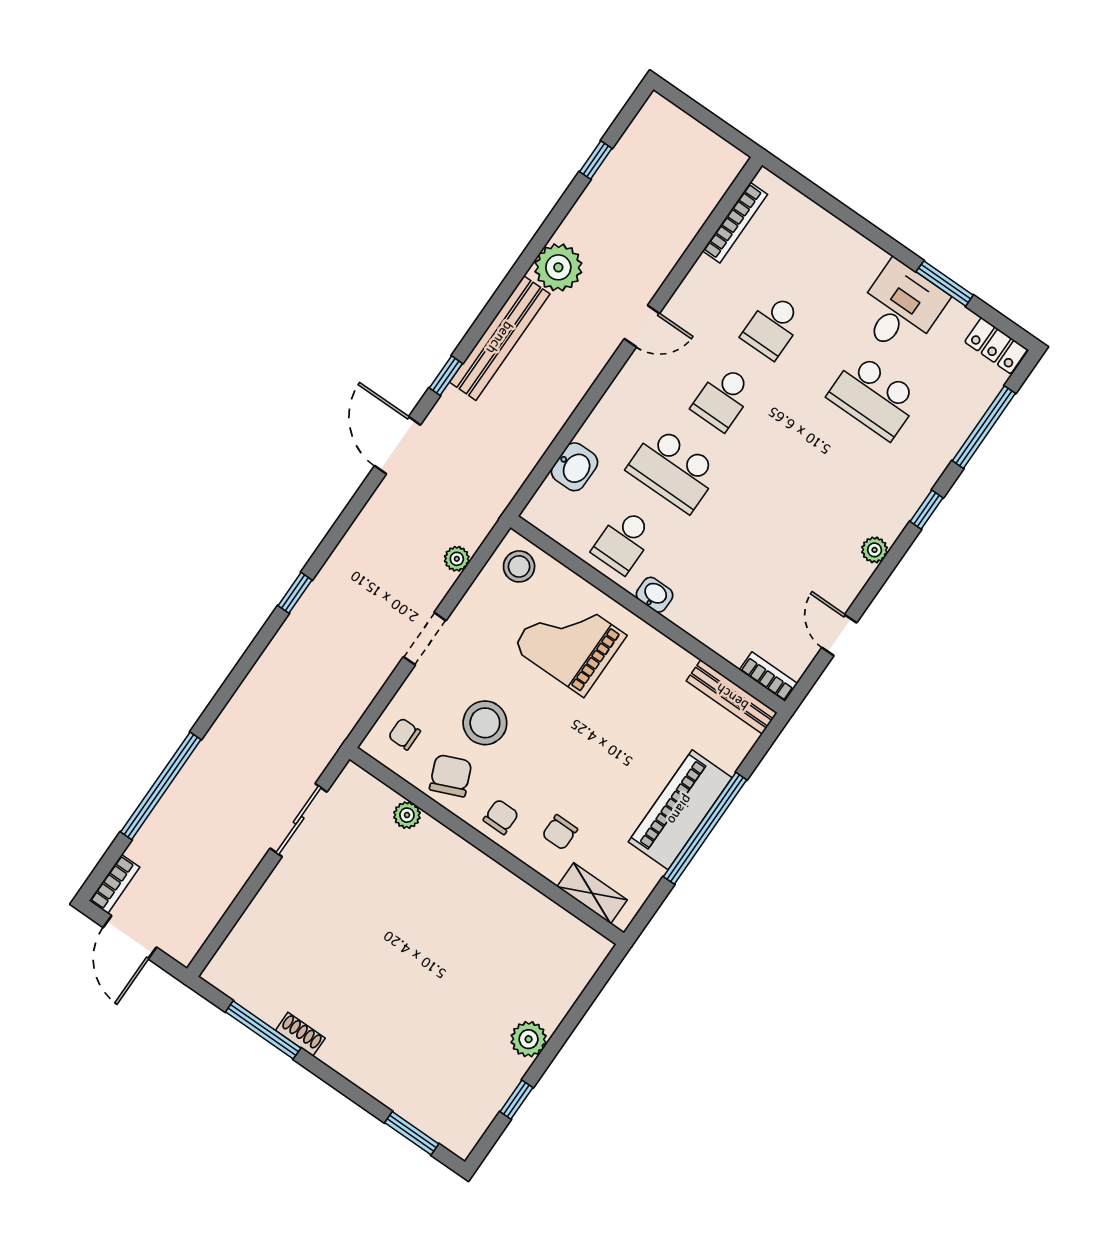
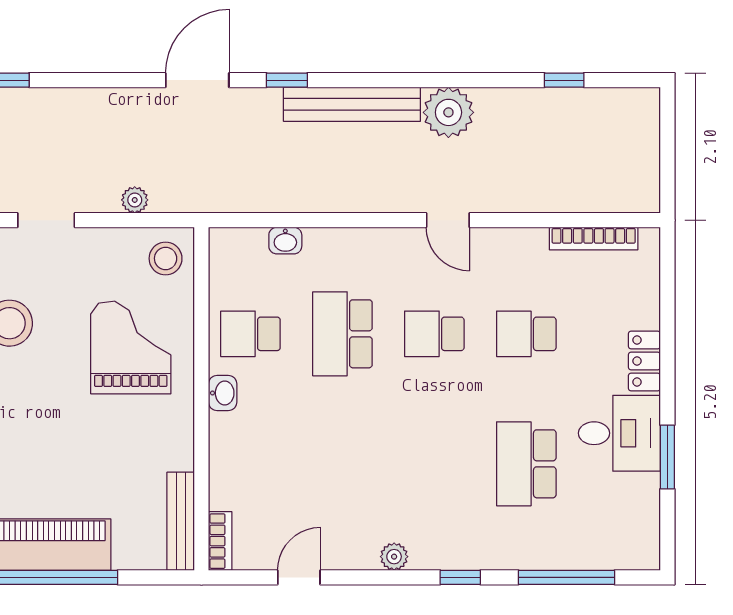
locker: (996, 346) -> (644, 361), moved
washbasin: (574, 467) -> (285, 241), width x0.72, depth x0.69

